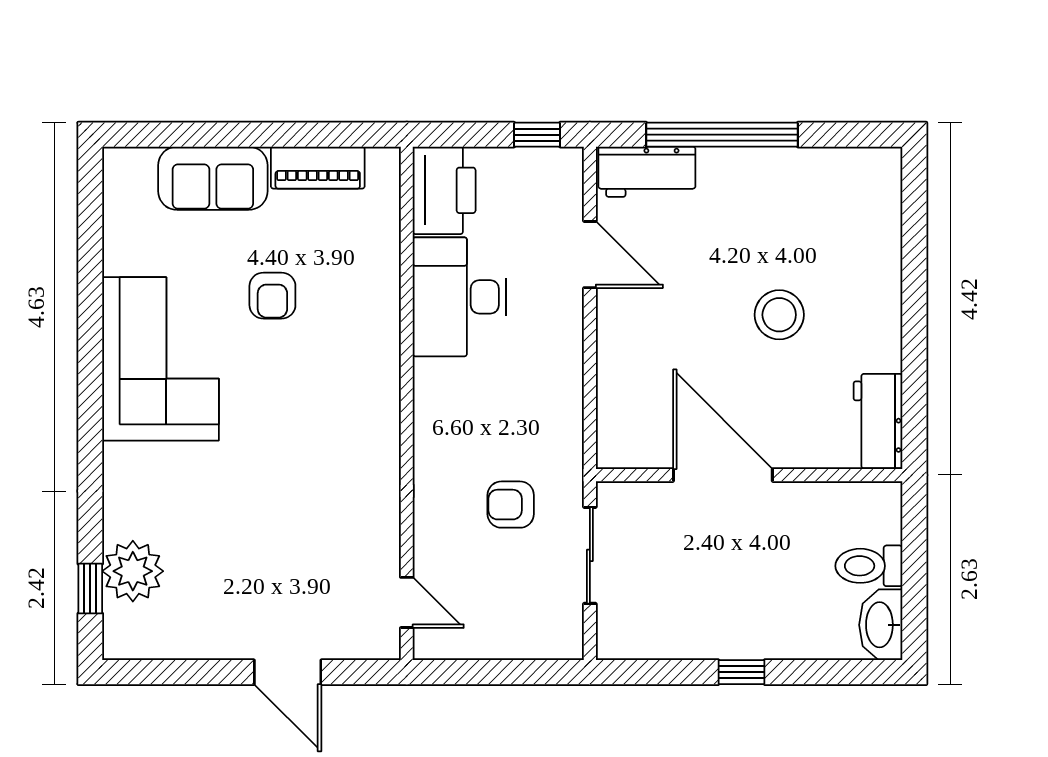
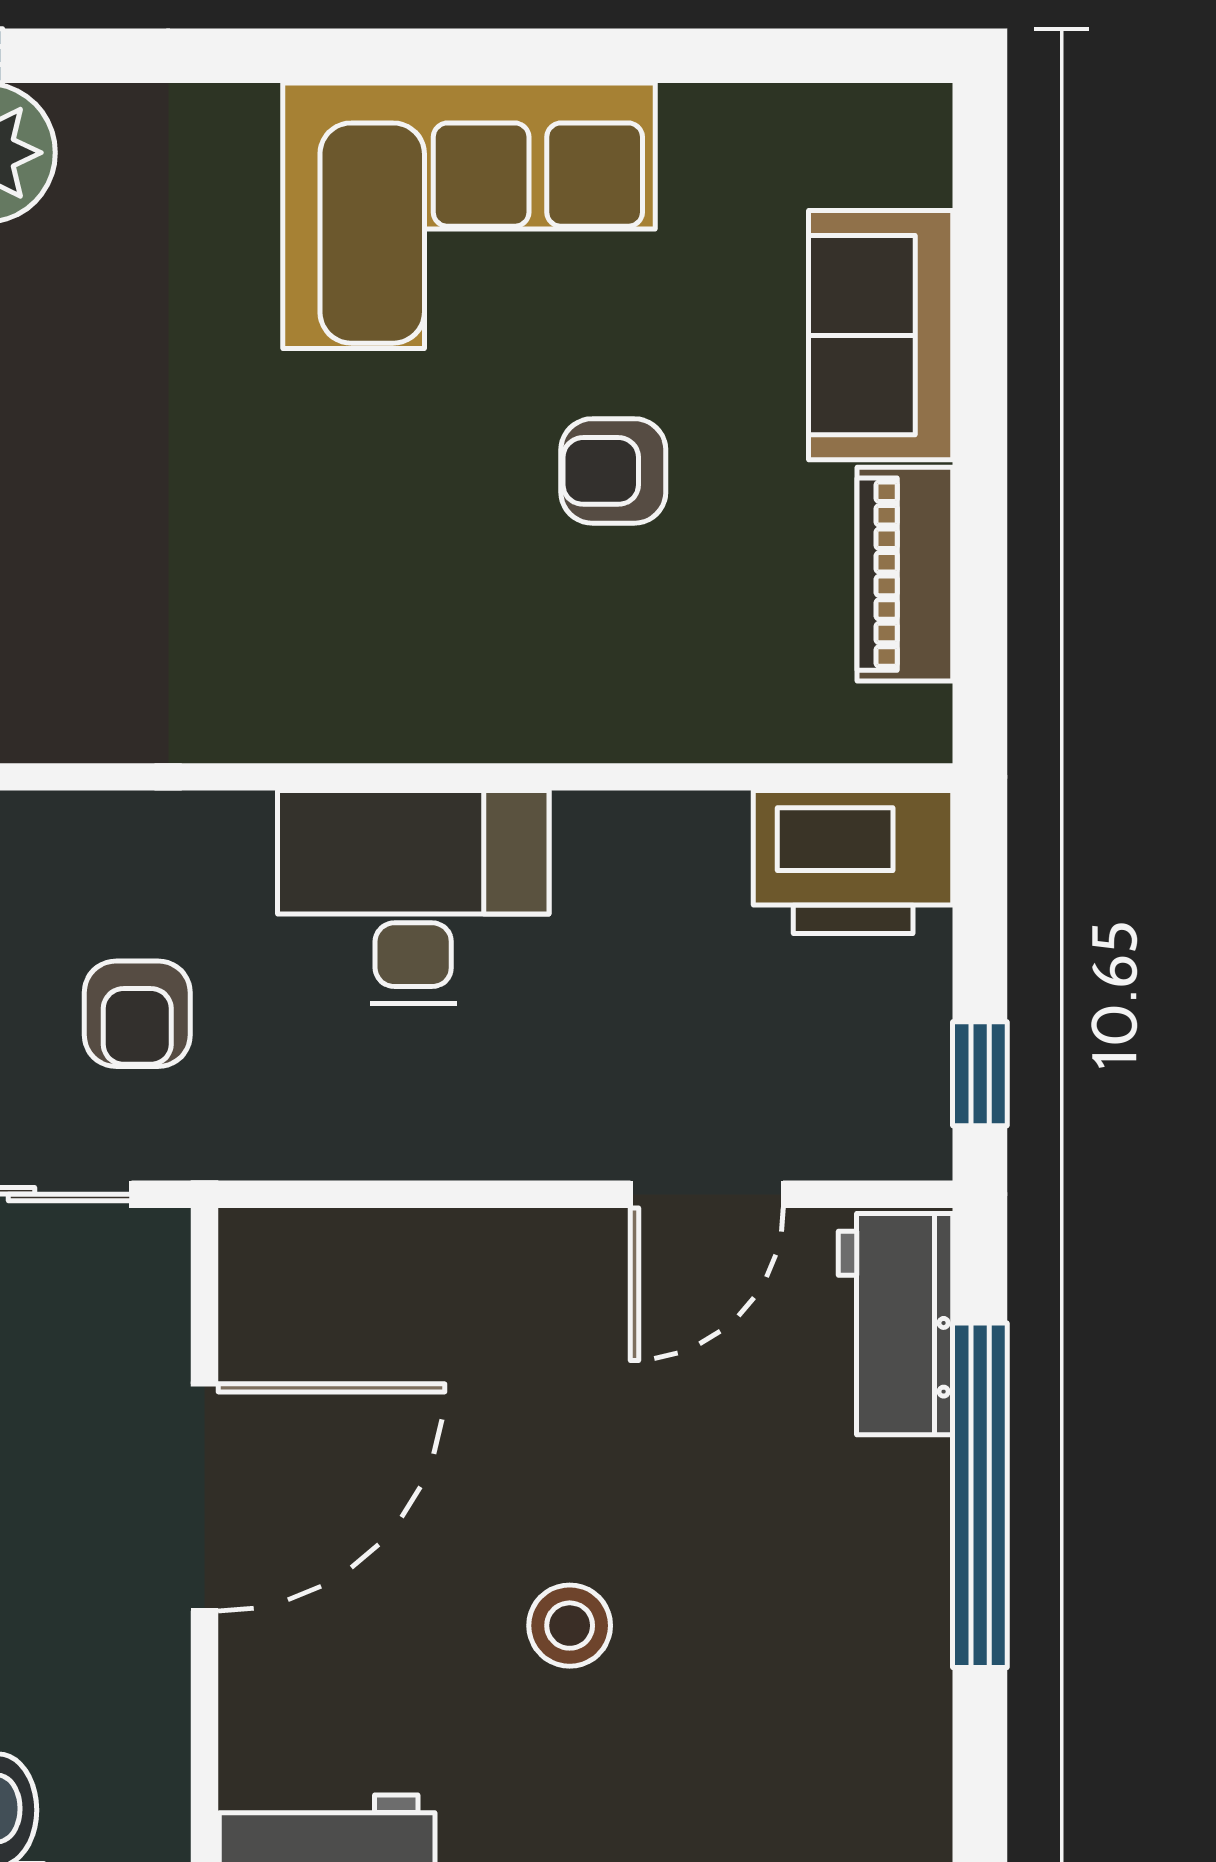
desk: (459, 297) -> (413, 897), moved
stool: (779, 315) -> (570, 1626), width x0.73, depth x0.73
armchair: (511, 505) -> (137, 1014), turned 180

